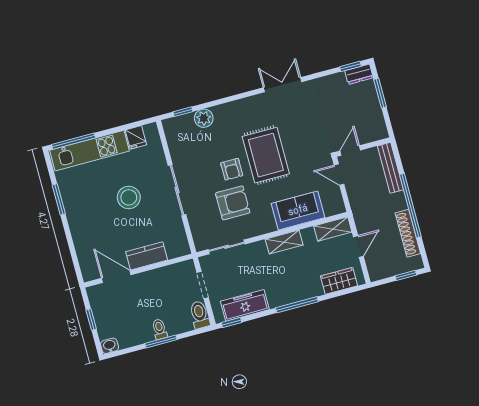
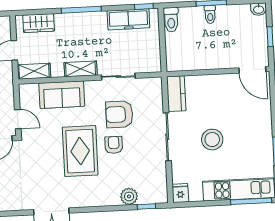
fridge: (136, 137) -> (180, 193), moved
sliding door: (227, 247) -> (118, 77), moved
kitchen counter: (147, 256) -> (176, 94), moved, turned -90
door: (116, 277) -> (252, 70), moved
doorway: (203, 285) -> (163, 46), removed

